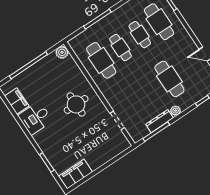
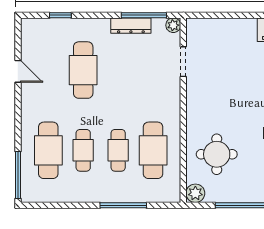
round table: (76, 104) -> (217, 154), moved
plant: (176, 111) -> (173, 25), moved

